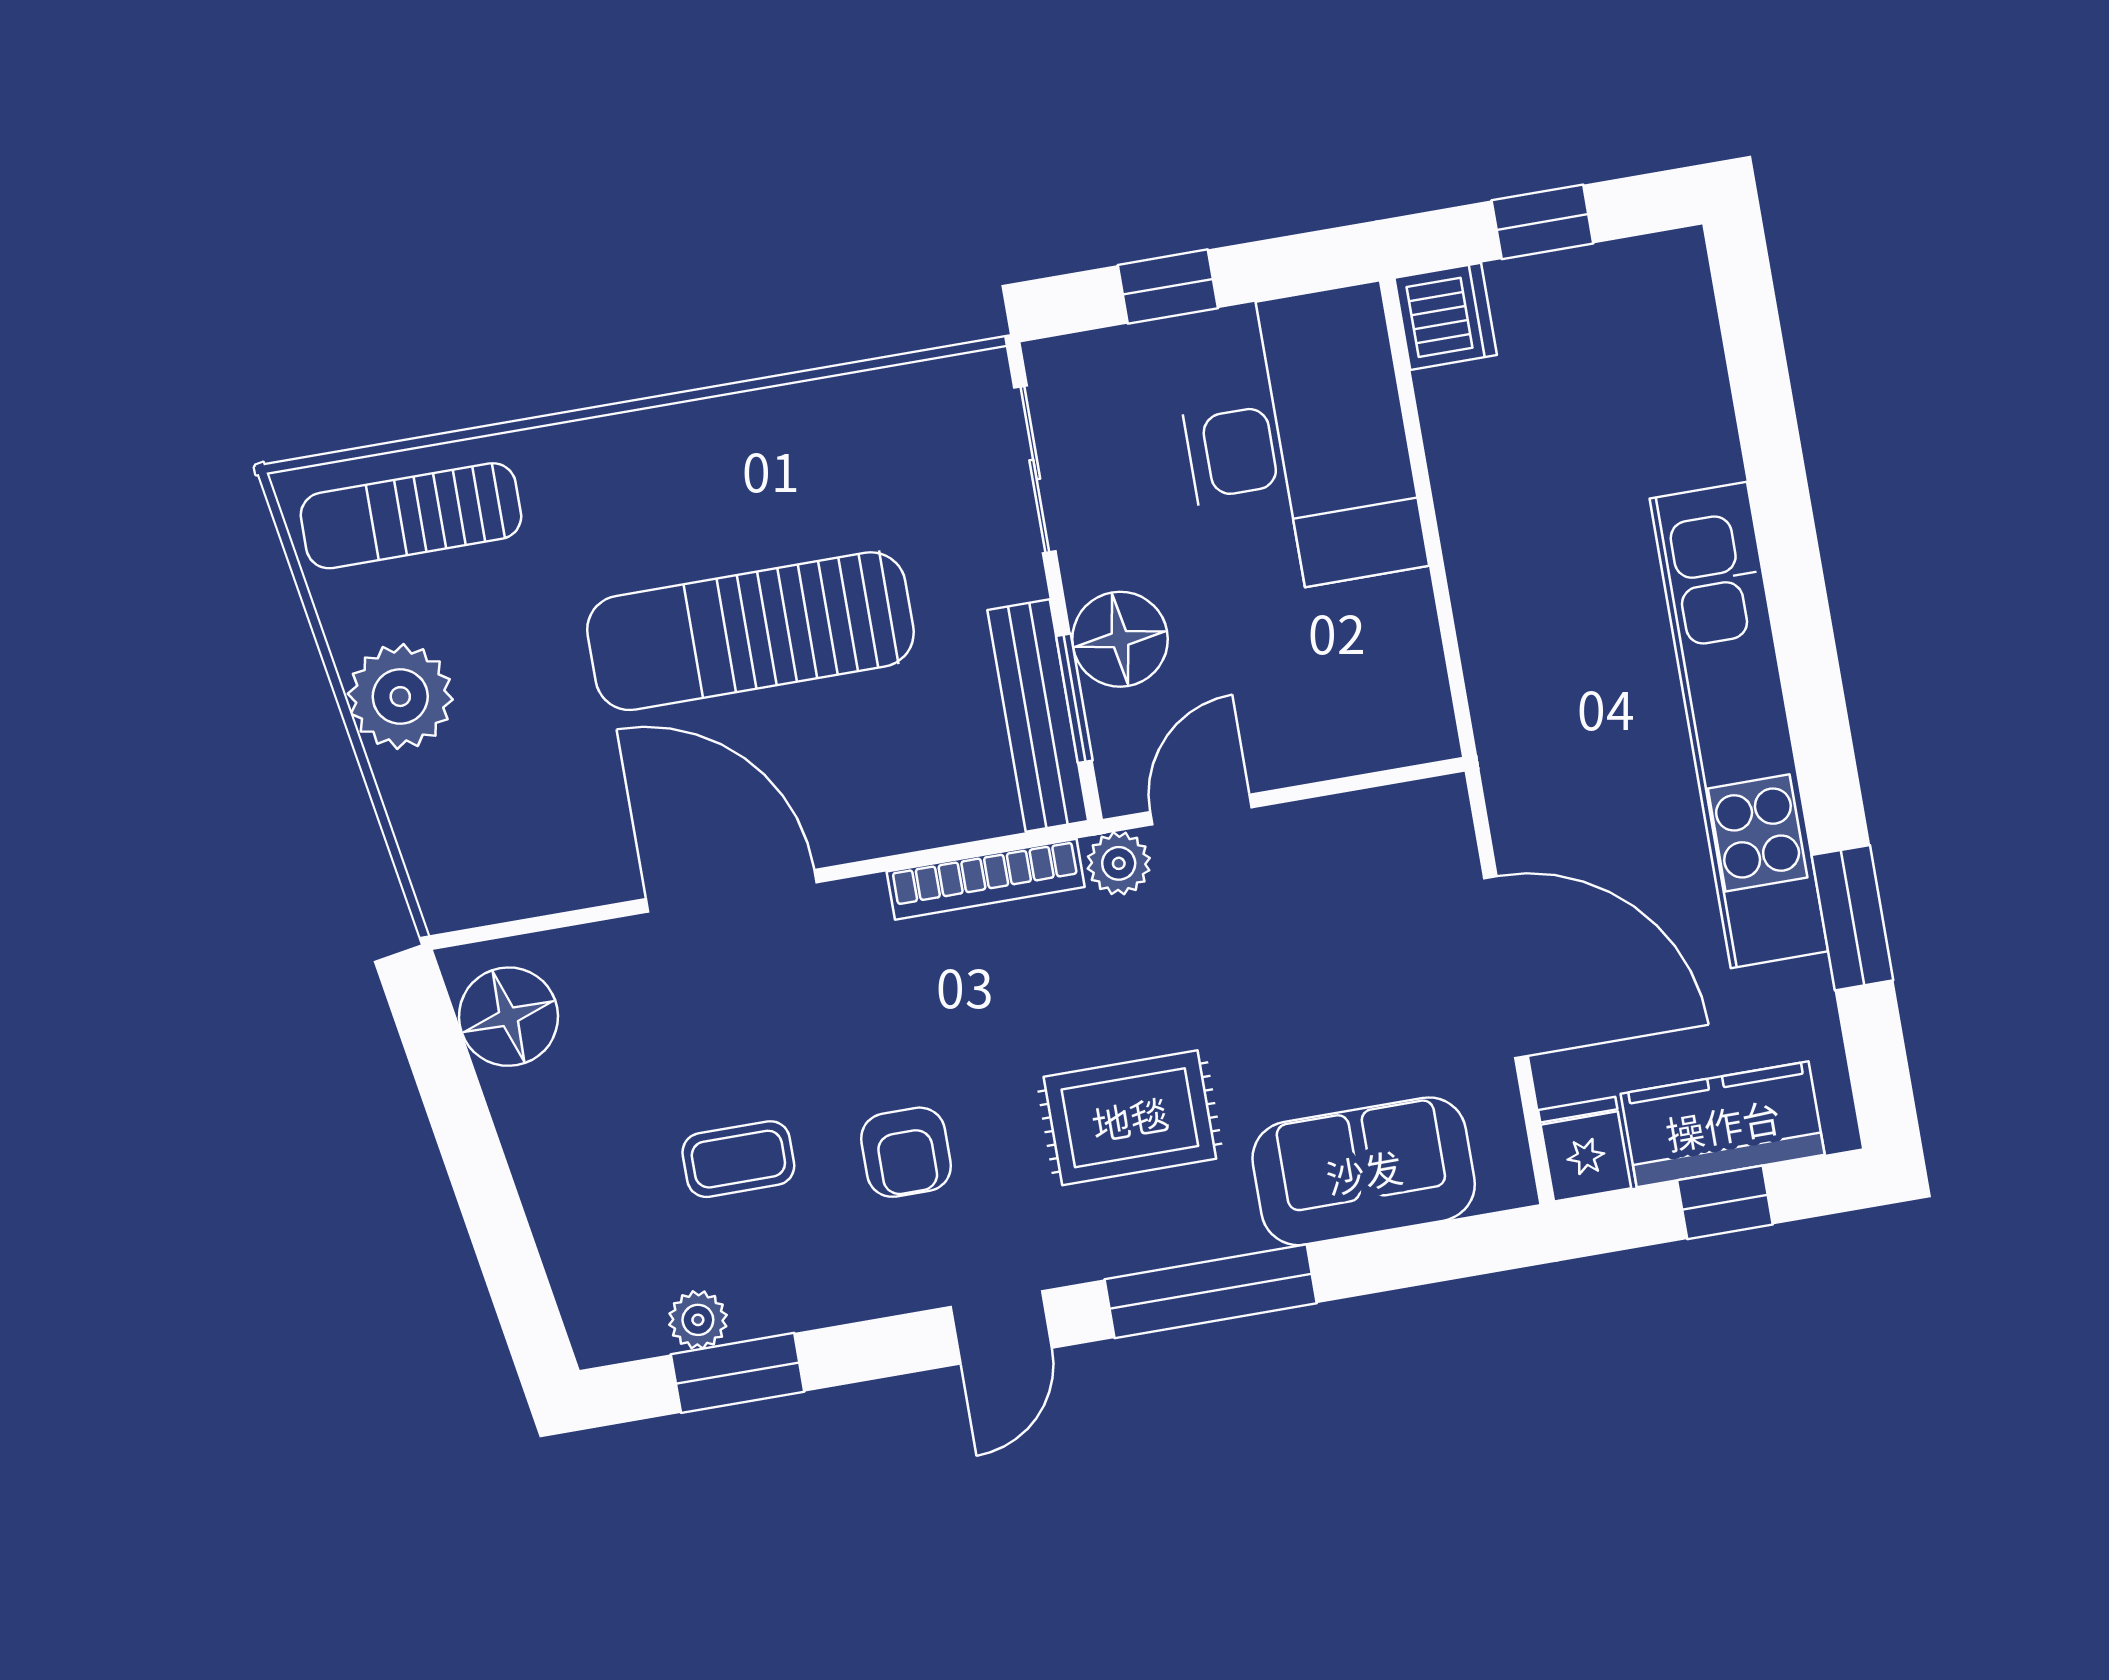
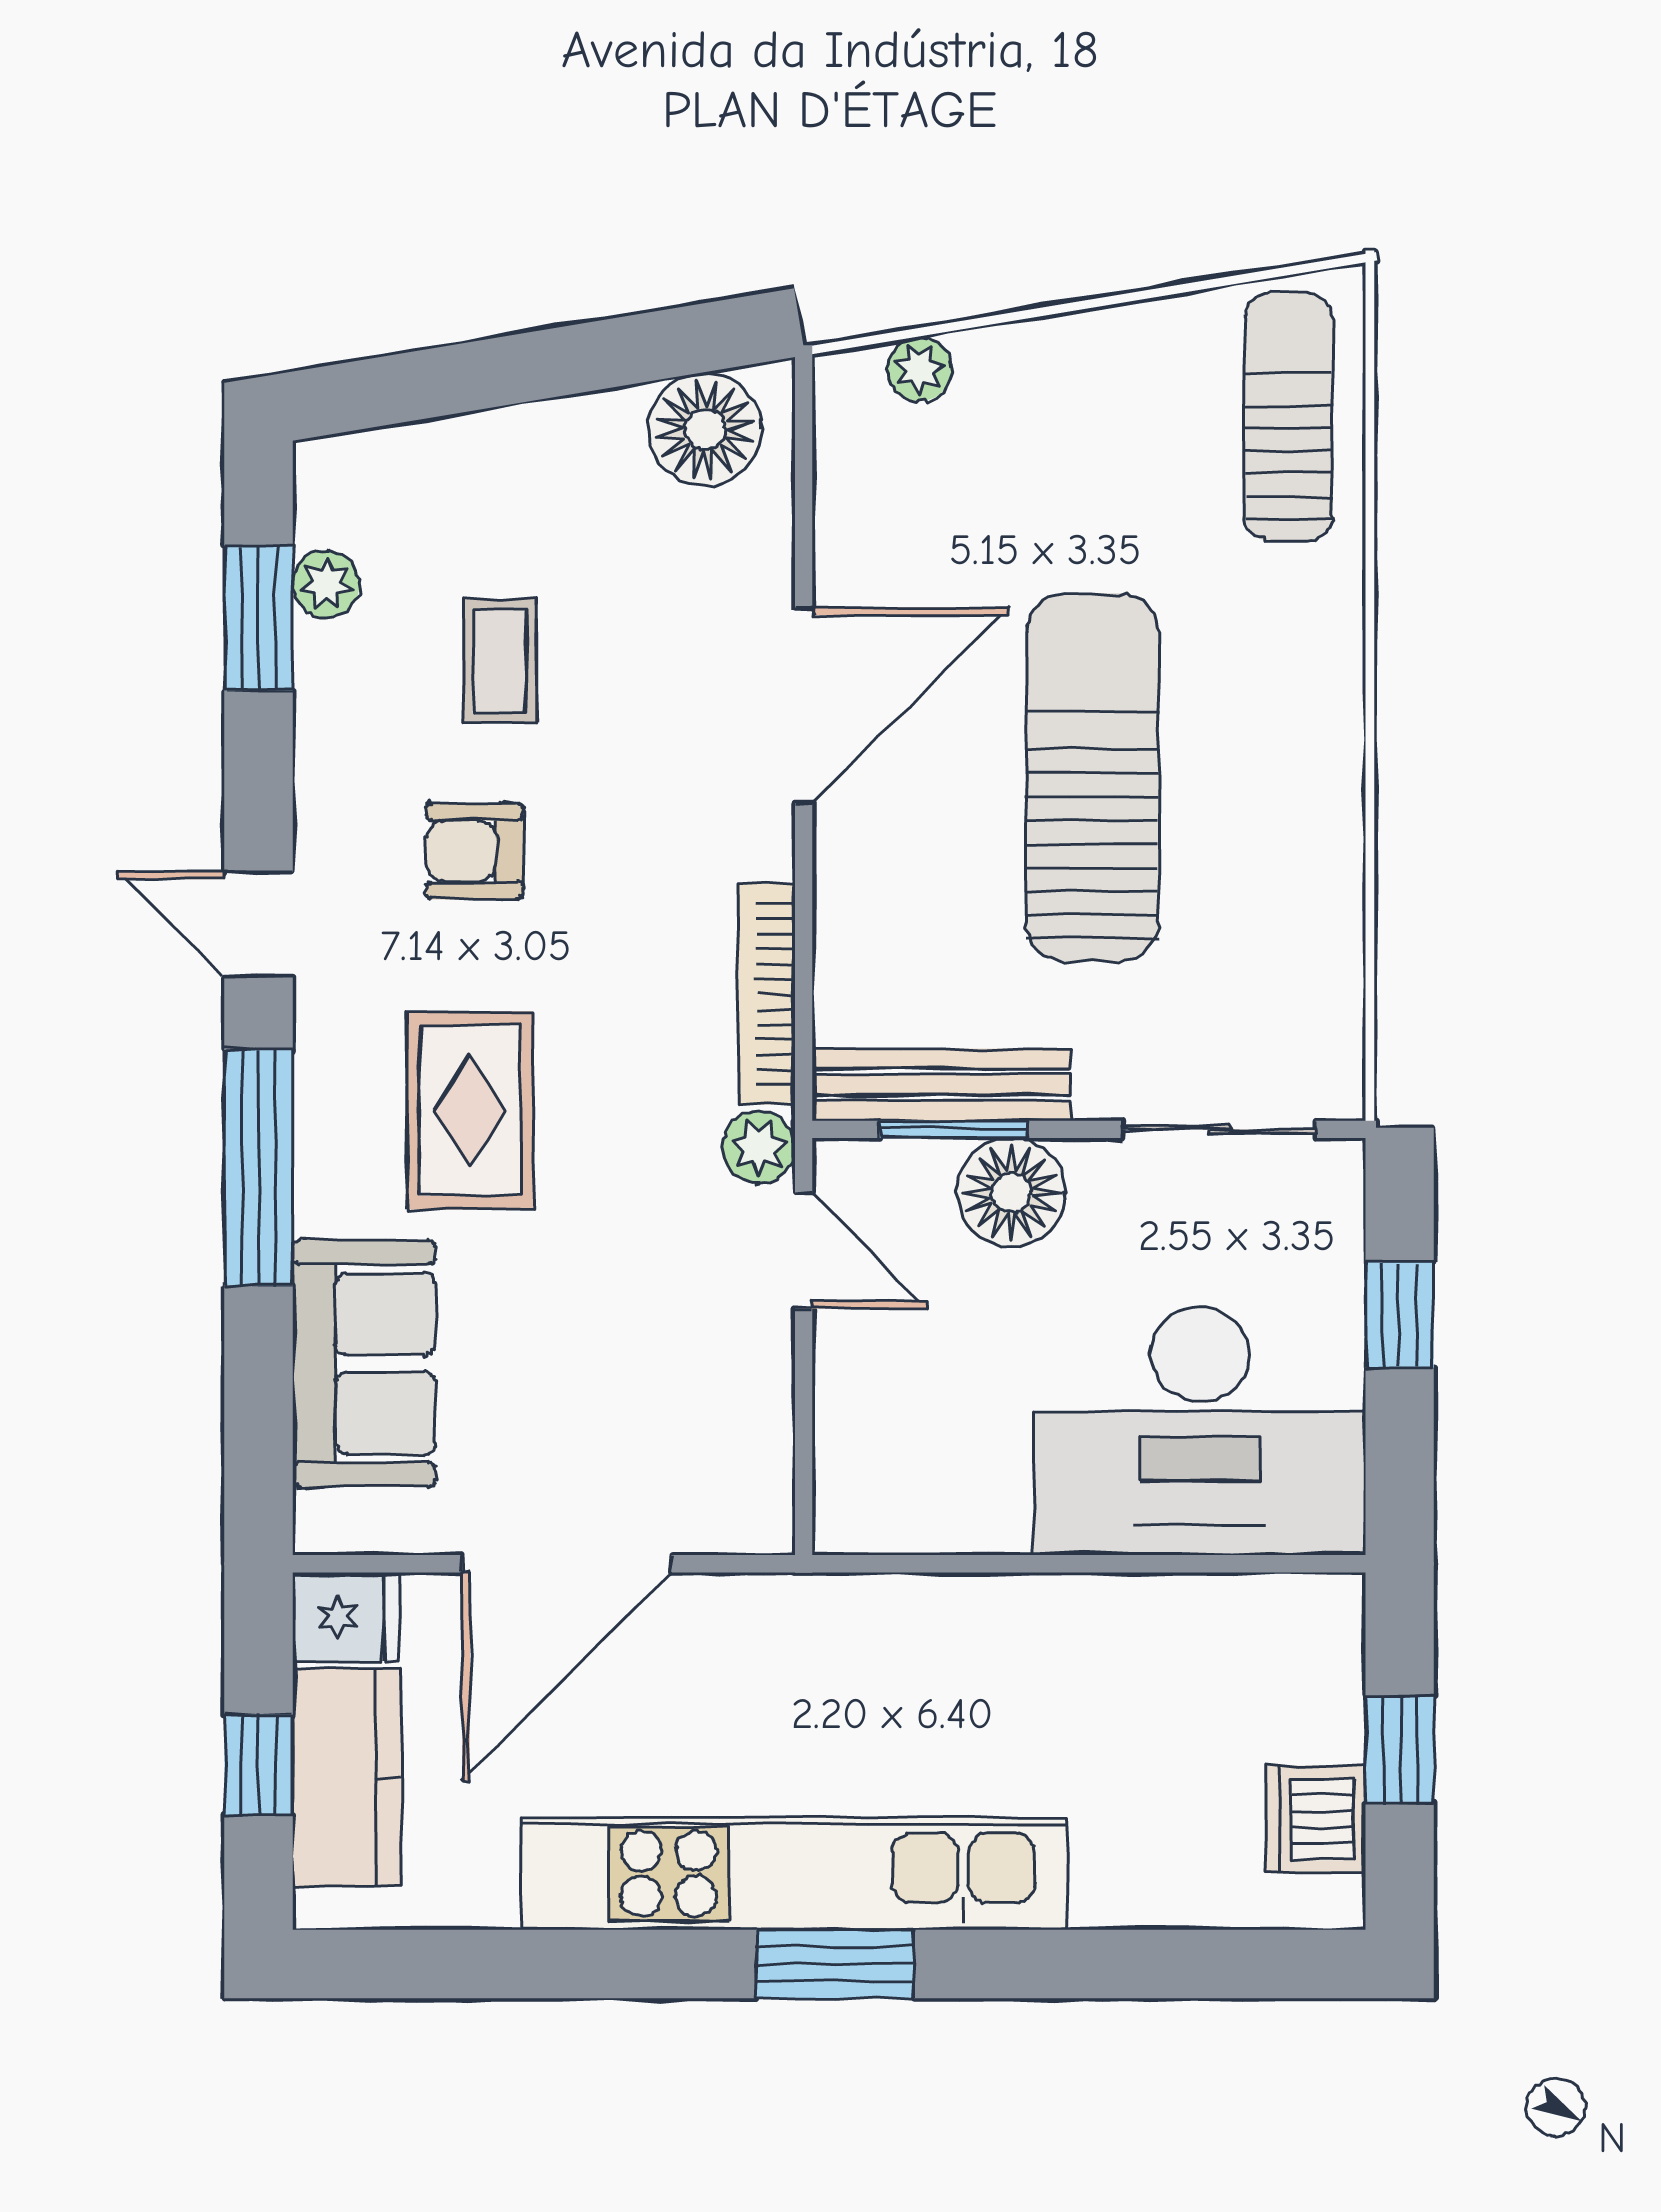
dishwasher: (1446, 316) -> (1315, 1819), moved, turned 90
plant: (400, 697) -> (920, 369), moved, width x0.53, depth x0.53
window: (1852, 918) -> (835, 1964), moved

